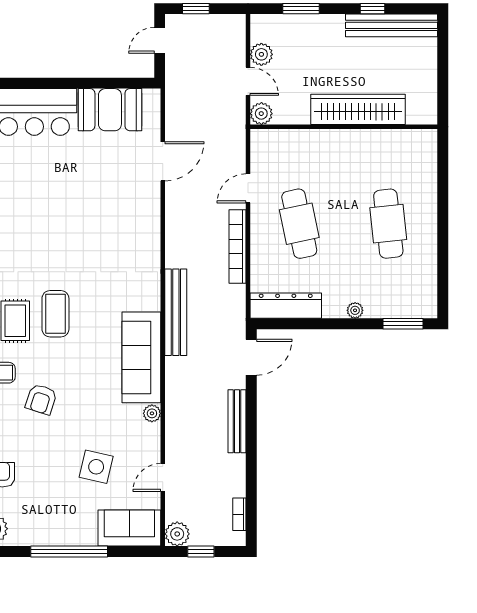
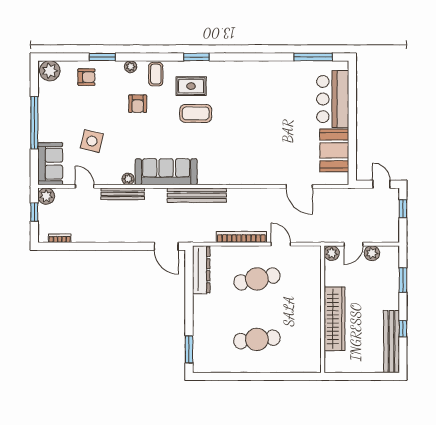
plant: (355, 310) -> (198, 317), removed
armchair: (41, 399) -> (138, 104), turned -108
bench: (237, 421) -> (123, 194), moved

